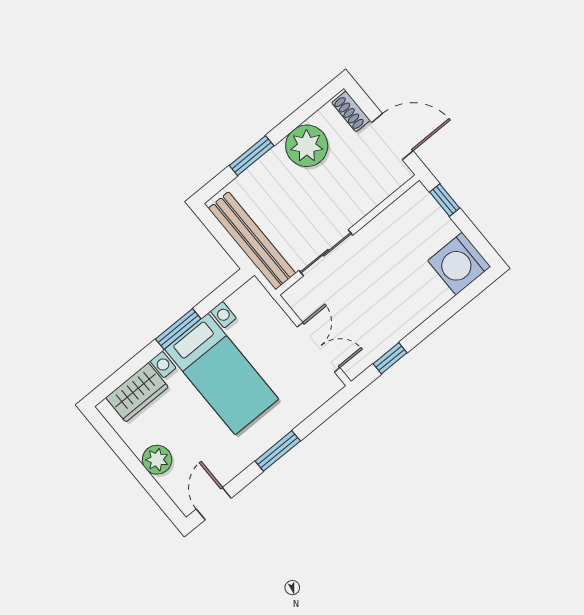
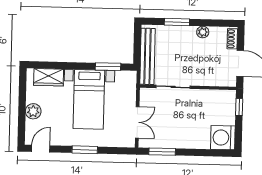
plant: (307, 146) -> (203, 32), width x0.53, depth x0.53
window: (178, 329) -> (108, 67), moved
window: (390, 358) -> (162, 152), width x1.50

